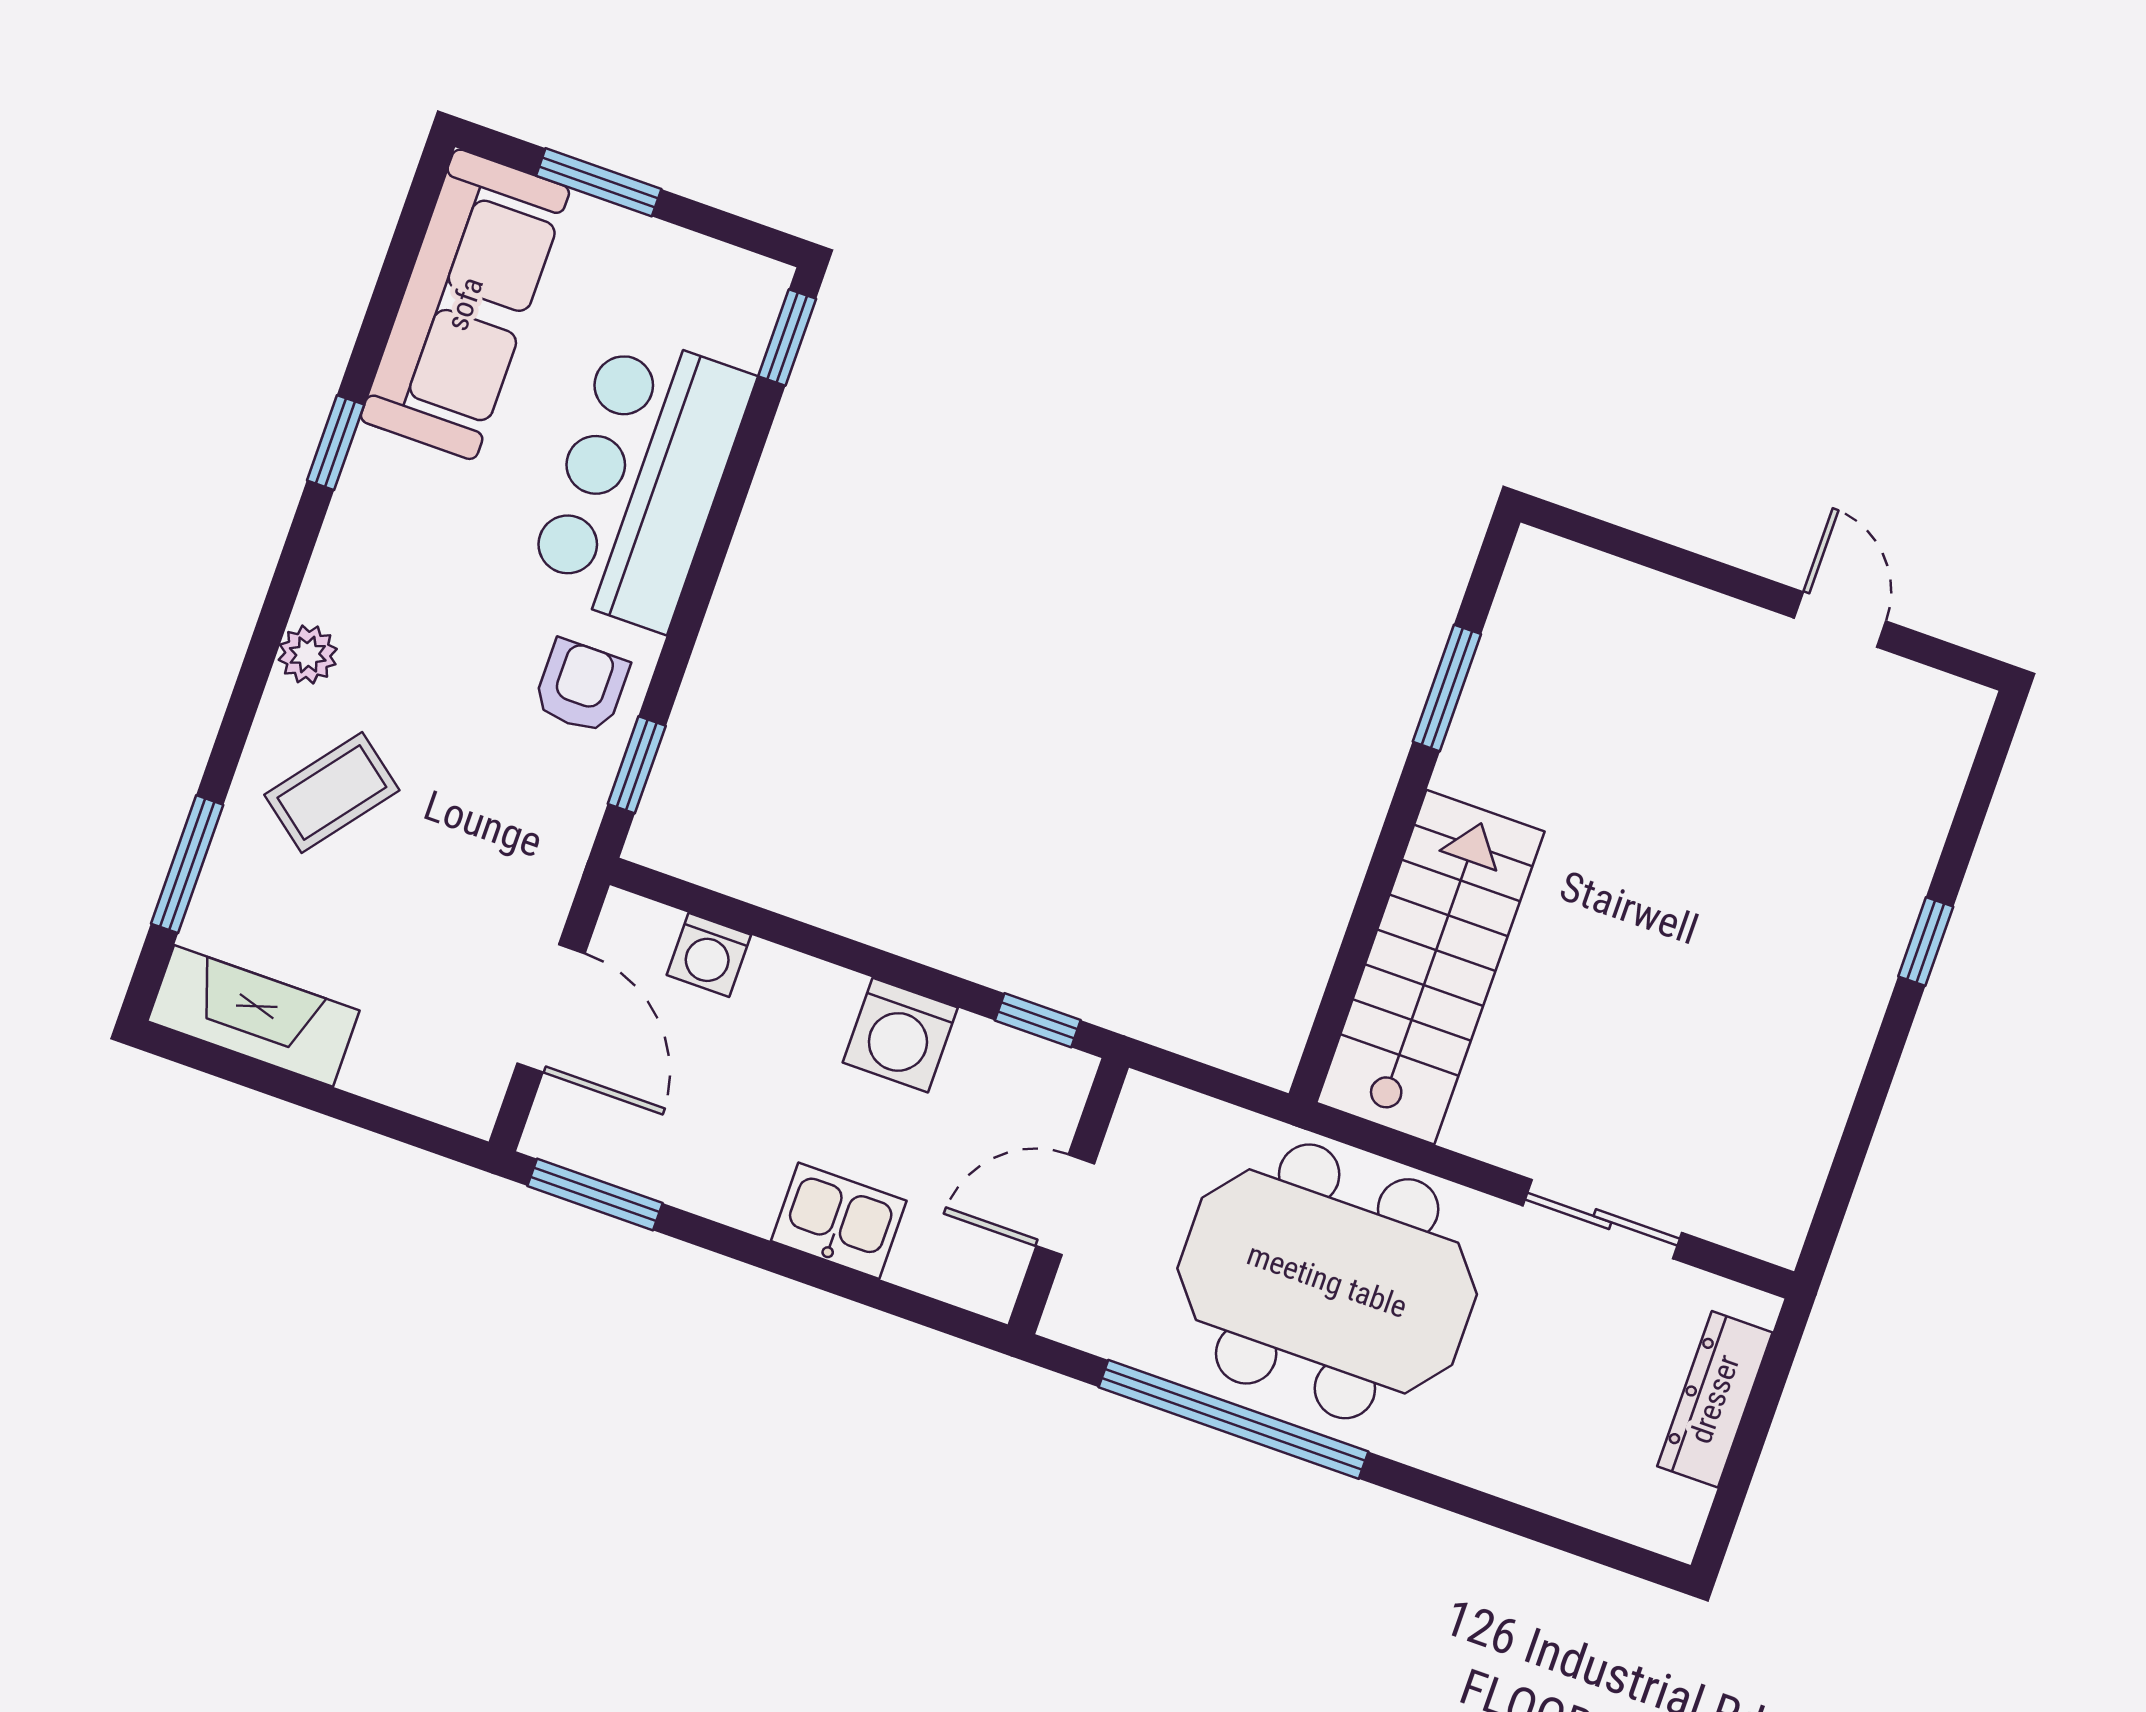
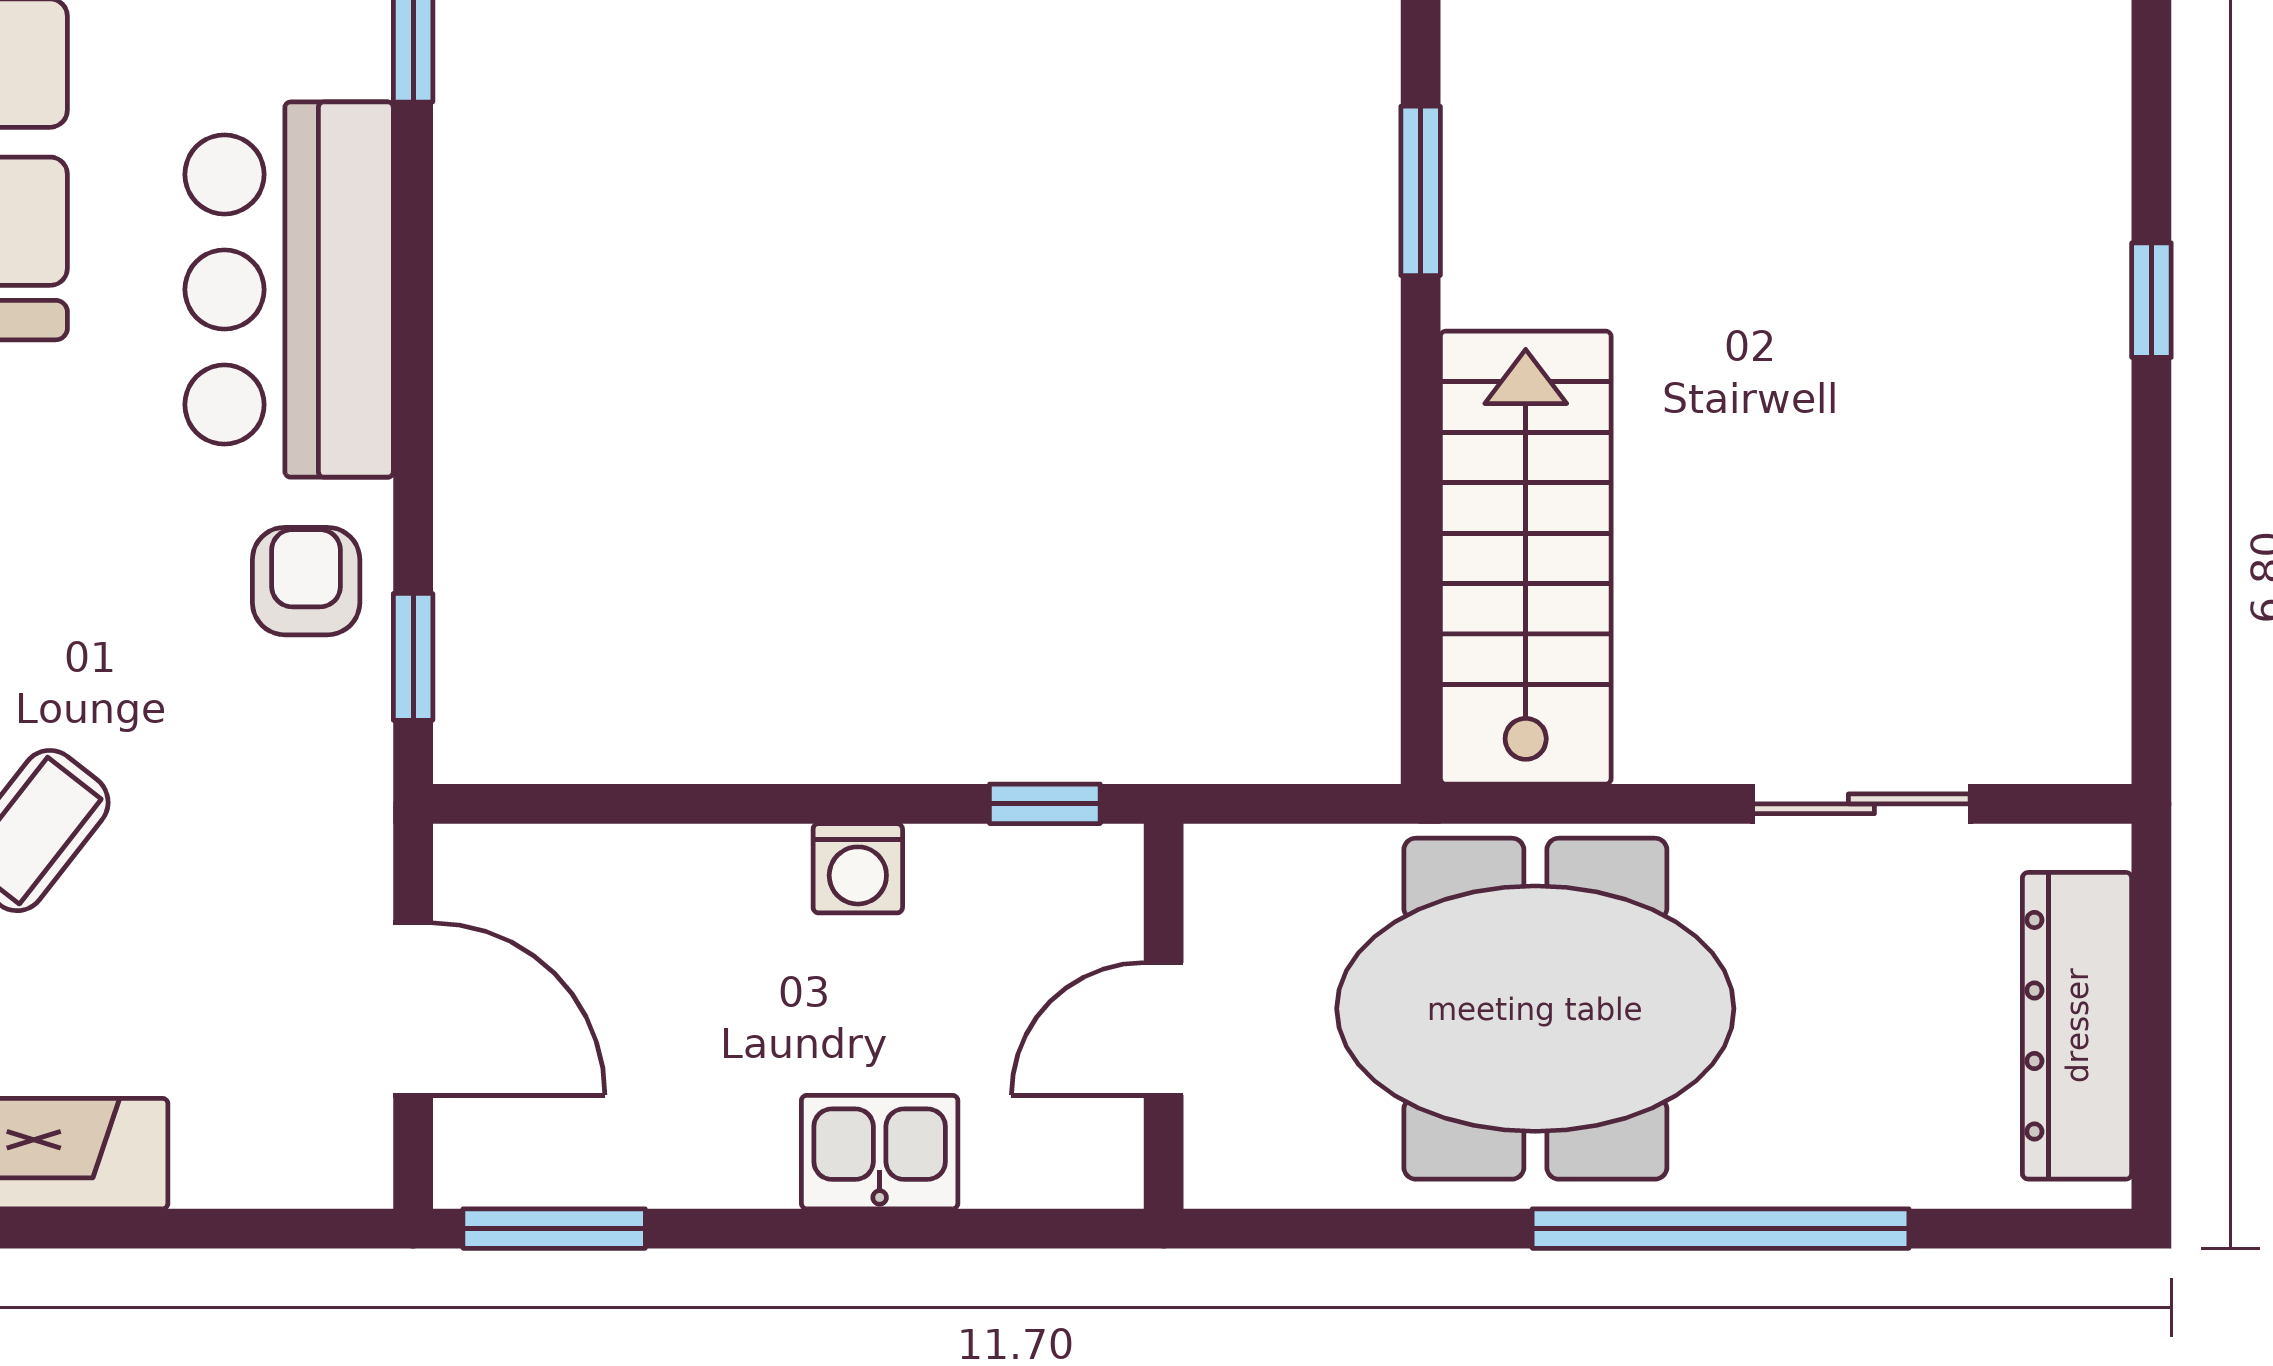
washing machine: (709, 955) -> (592, 869), removed
washing machine: (900, 1035) -> (858, 868), width x0.73, depth x0.73
dresser: (1715, 1399) -> (2077, 1026), width x1.37, depth x1.24
window: (1233, 1419) -> (1721, 1229), moved

